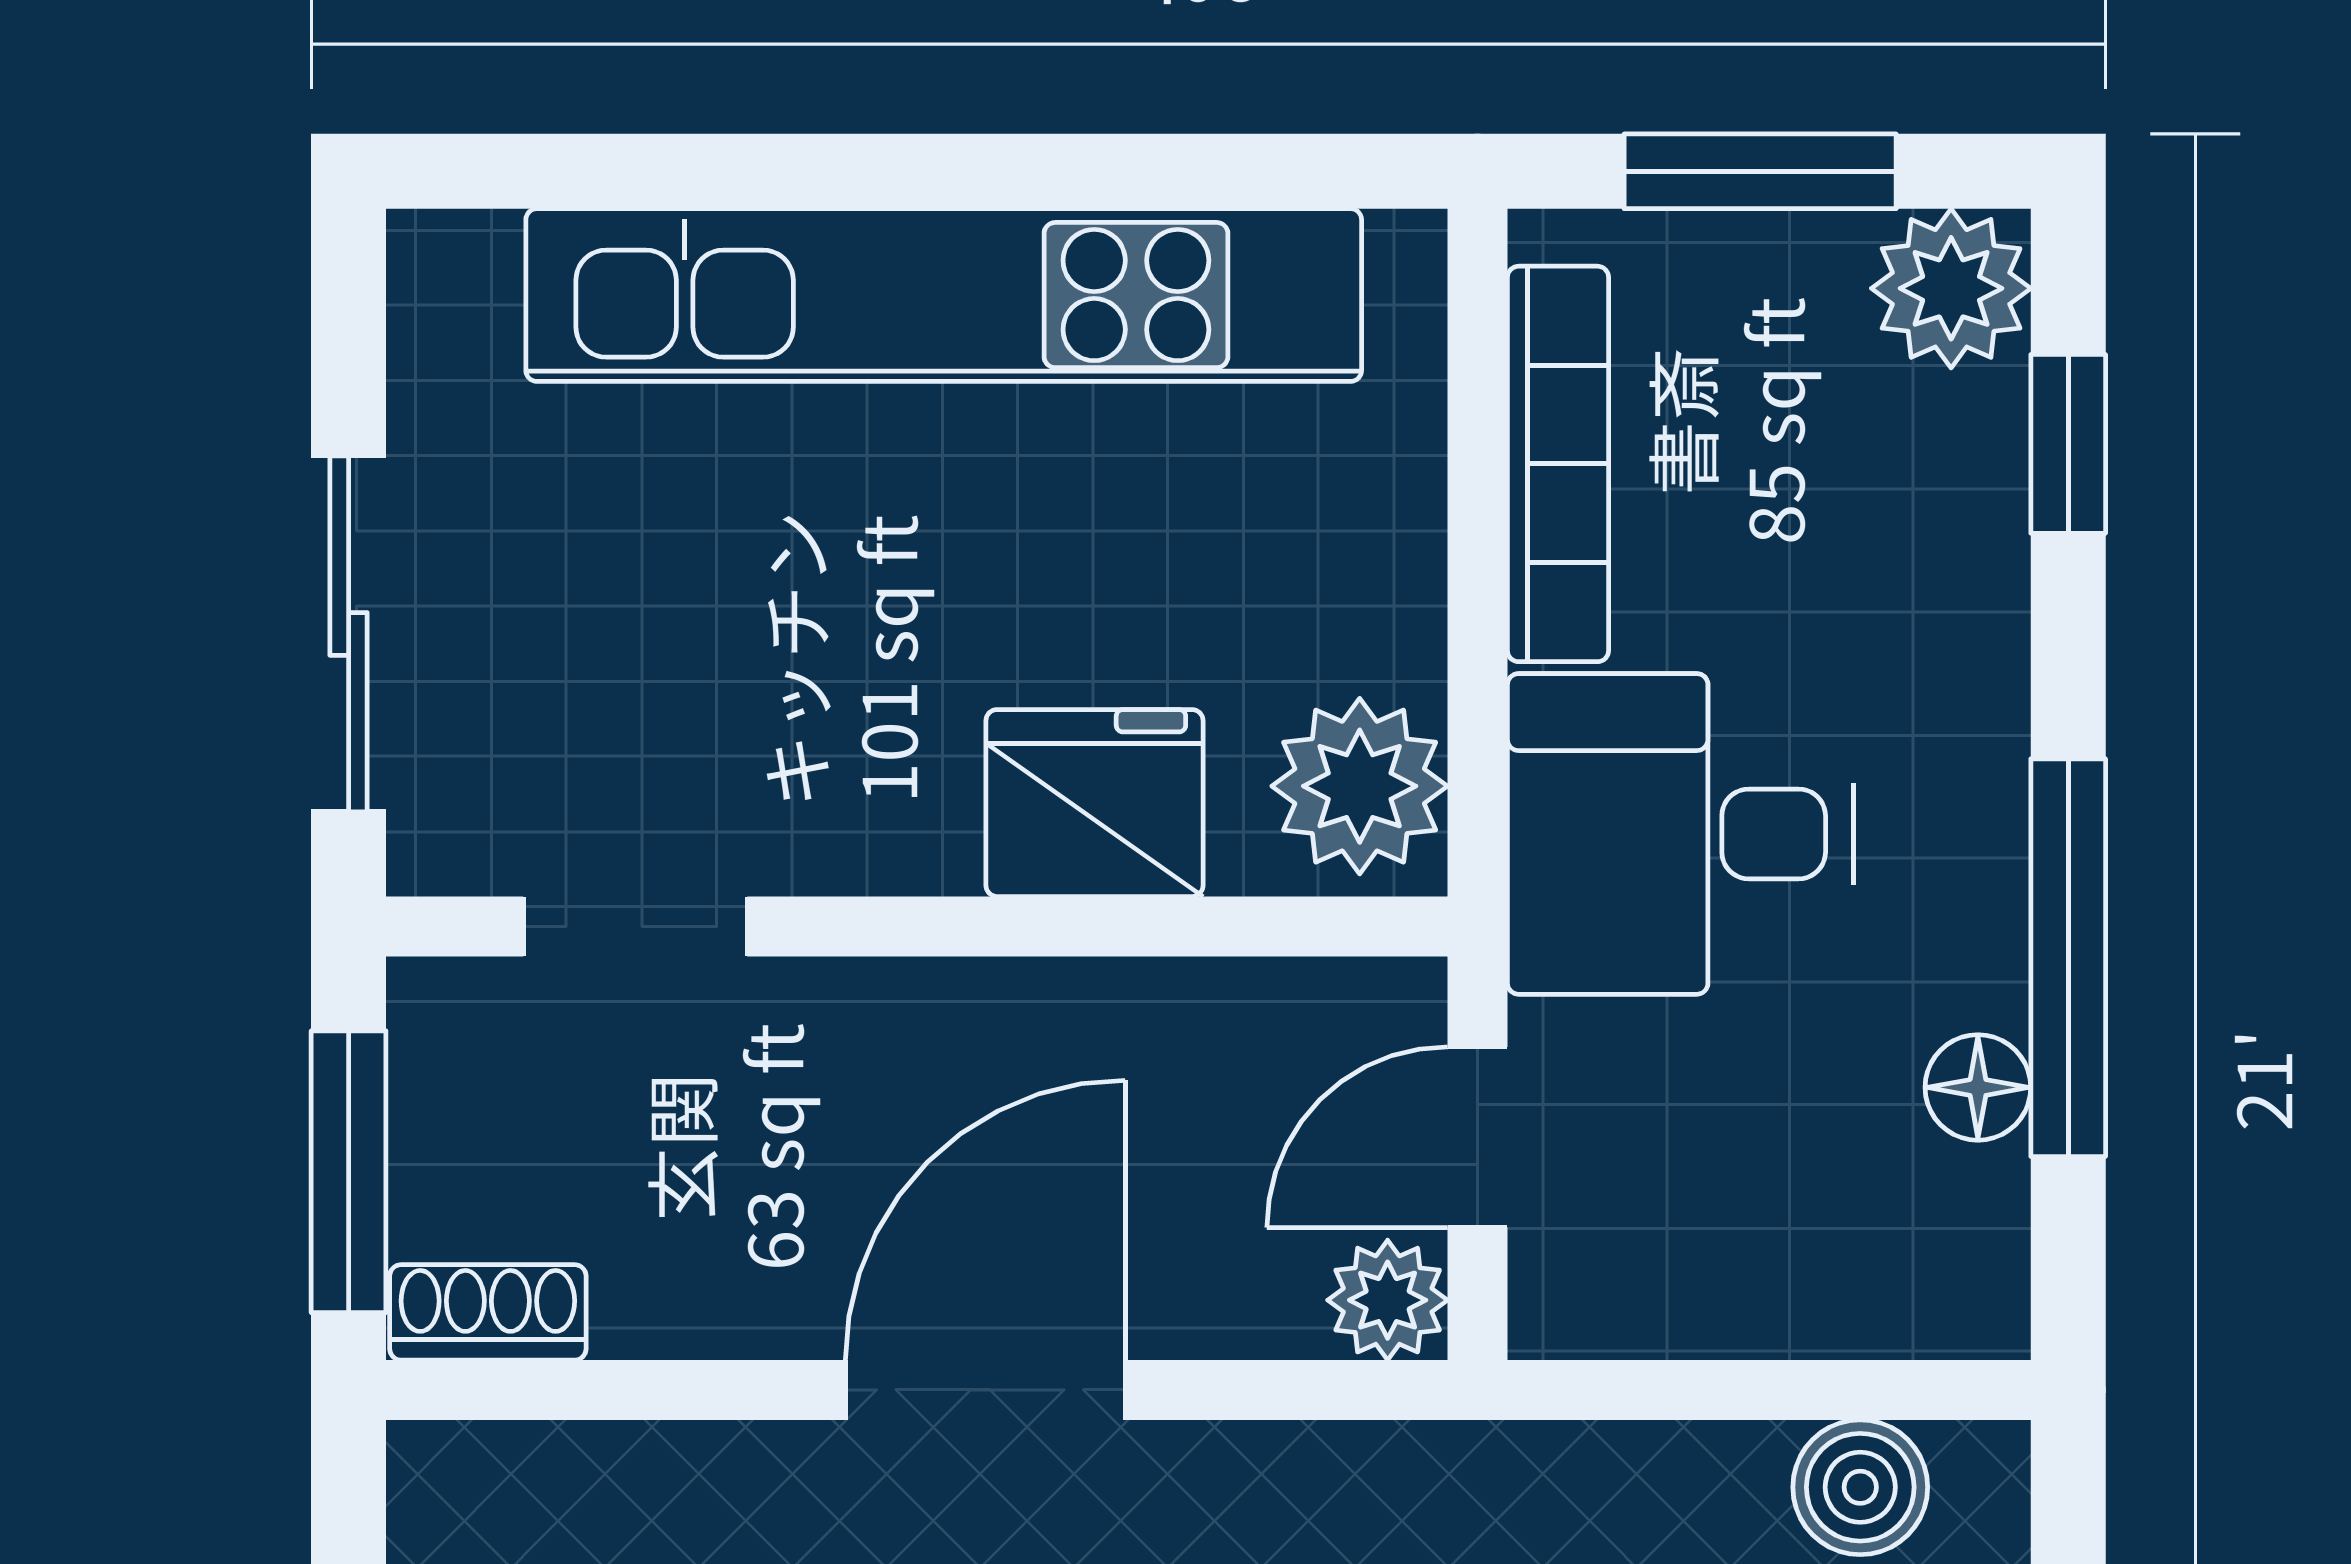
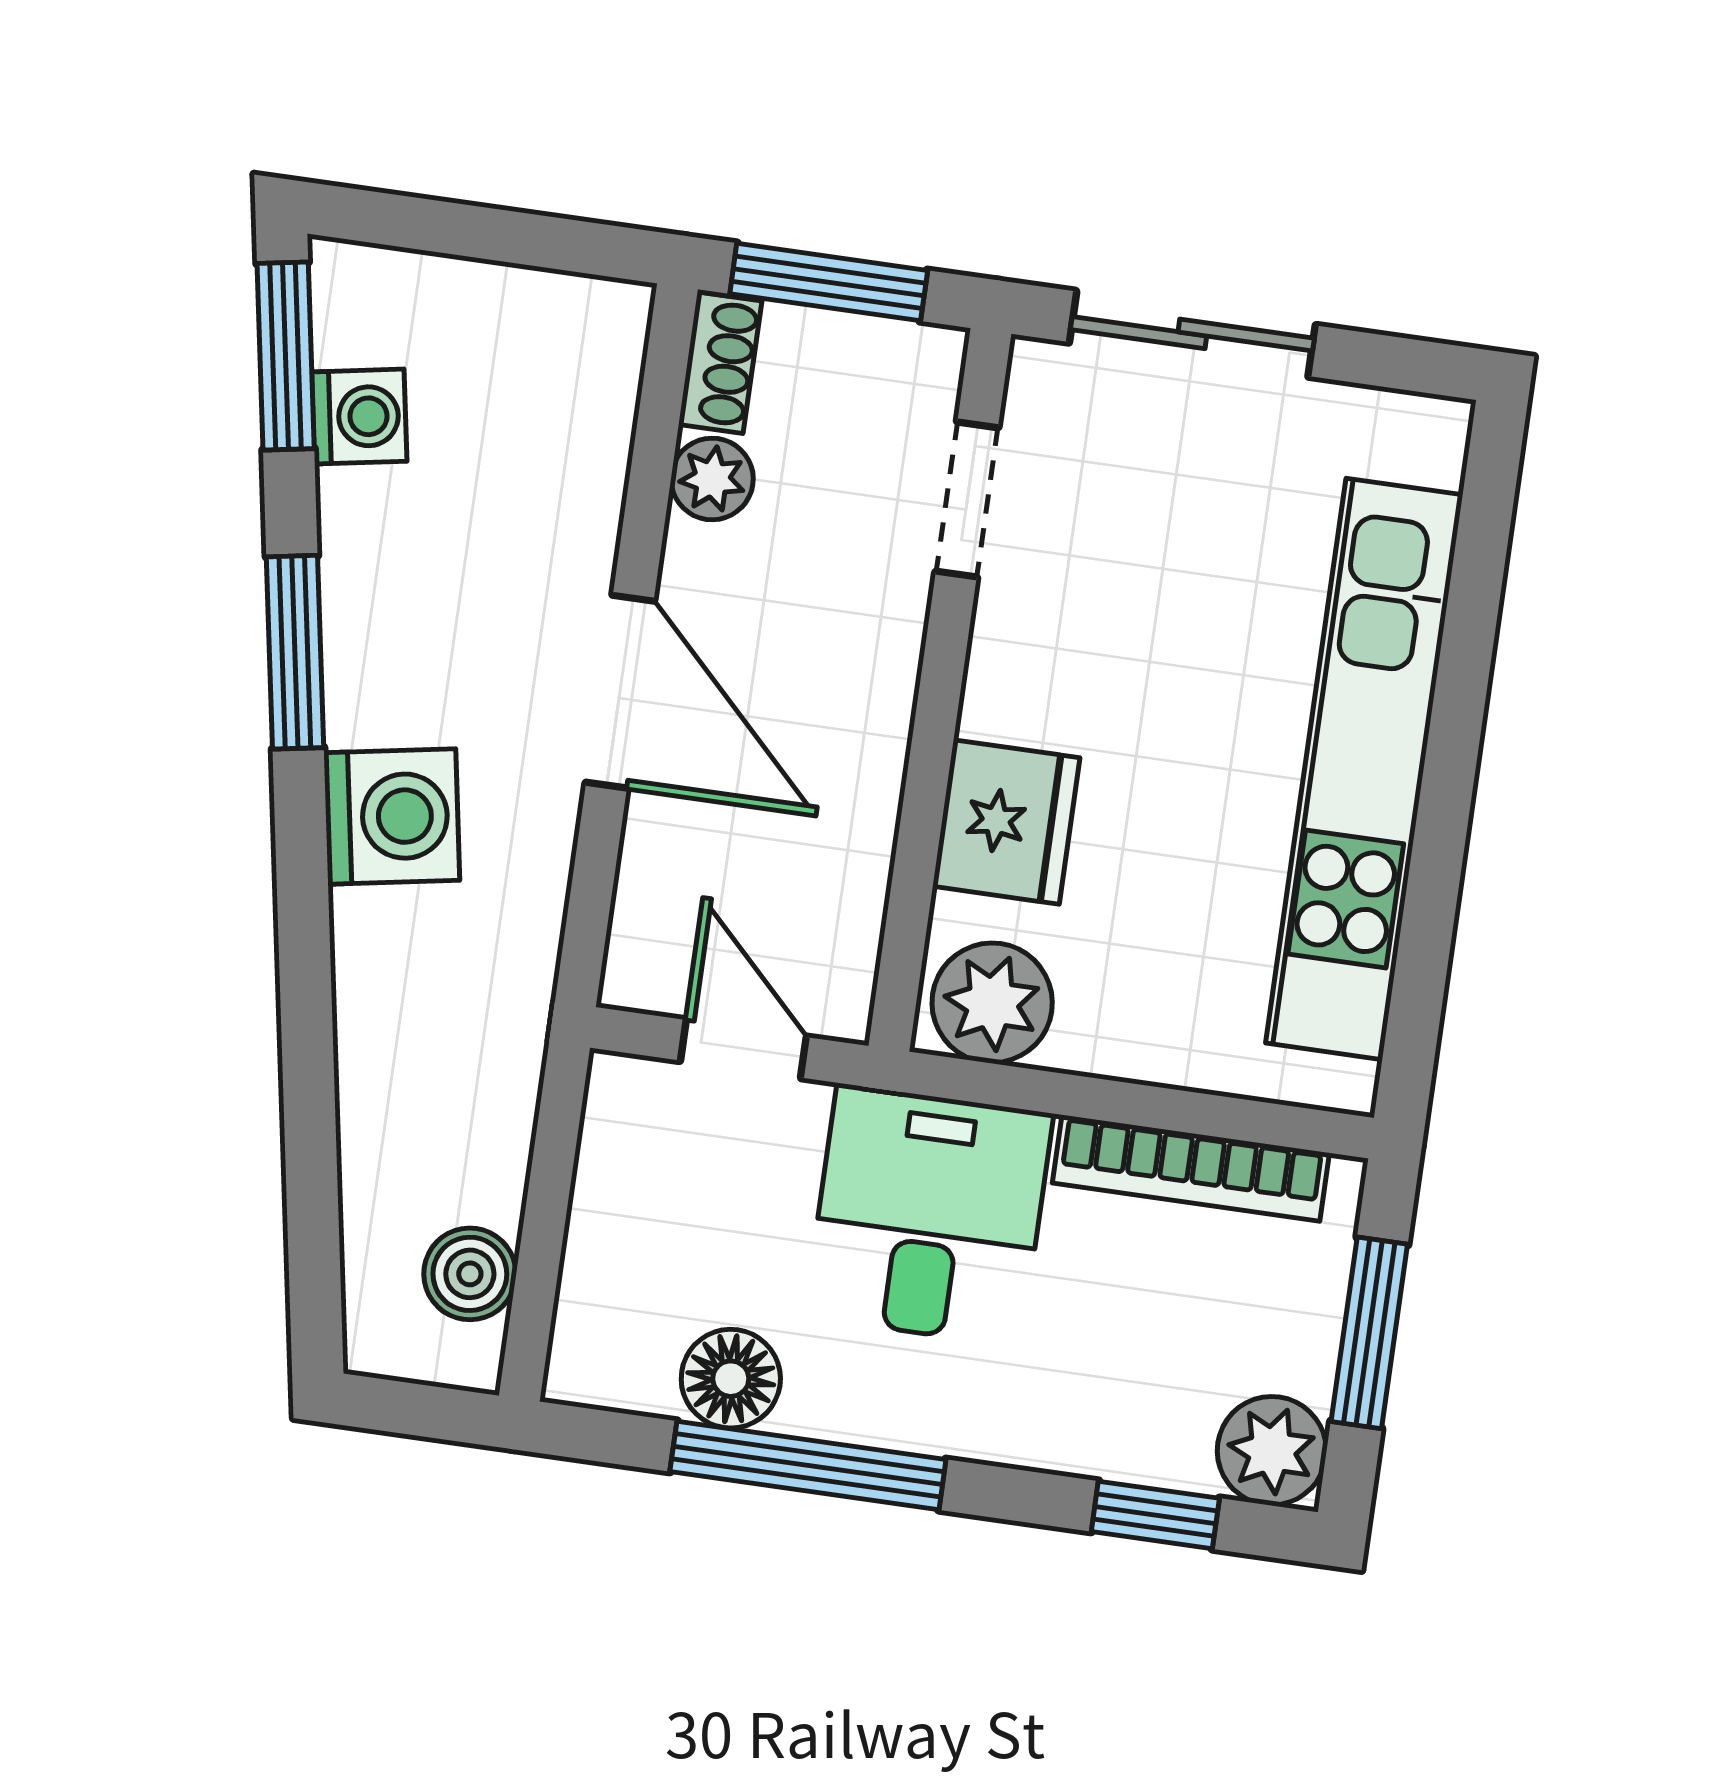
floor lamp: (1978, 1087) -> (731, 1379), width x1.37, depth x1.37
plant: (1388, 1300) -> (712, 479), moved

